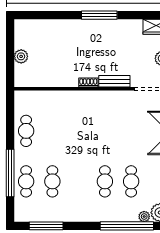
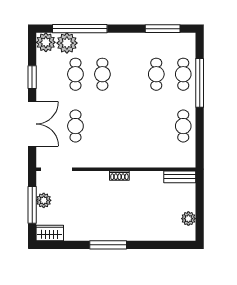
plant: (21, 56) -> (188, 219), moved
bench: (114, 81) -> (180, 177), moved
cafe table: (131, 131) -> (75, 126), added
plant: (144, 216) -> (67, 43), width x1.87, depth x1.87

